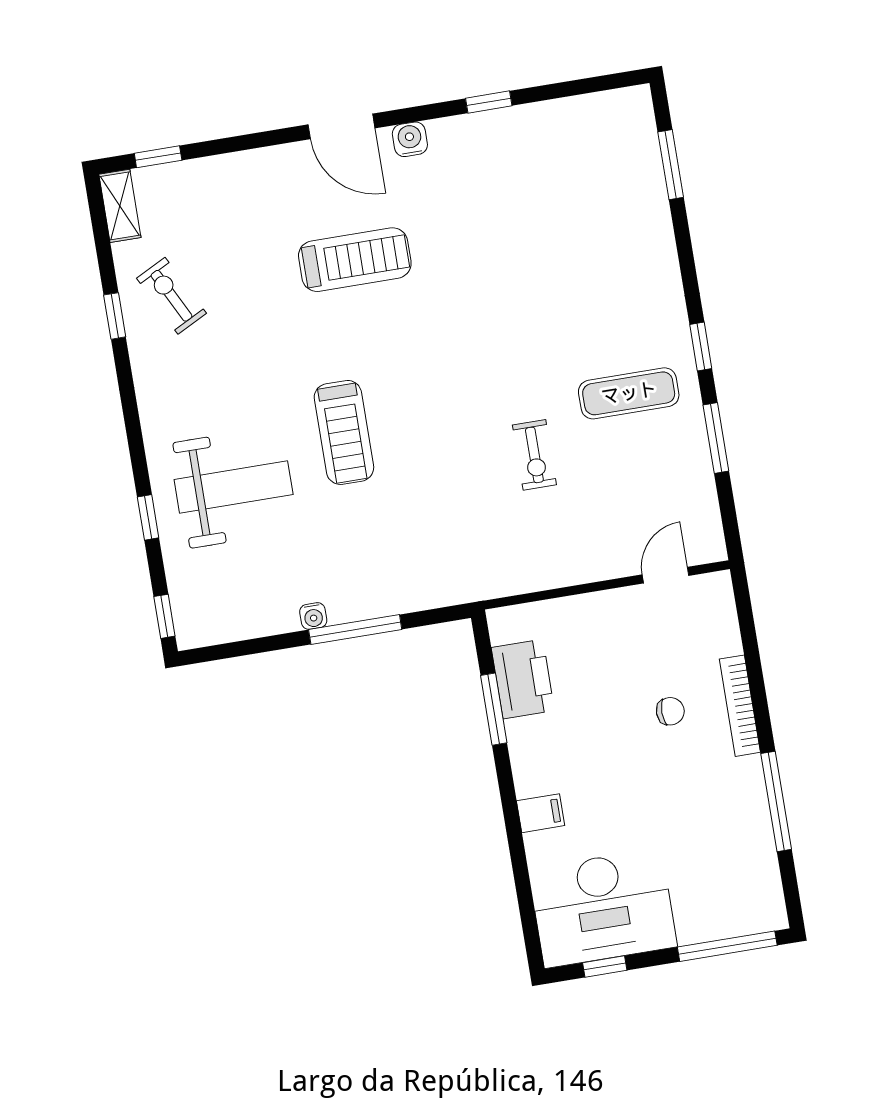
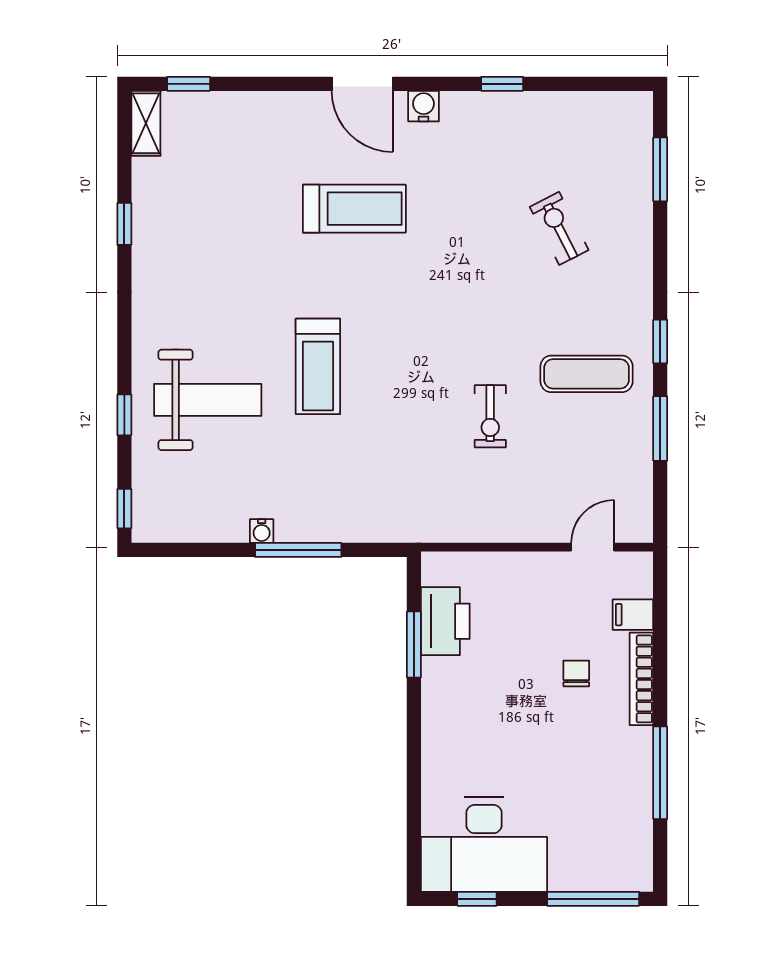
exercise bike: (171, 296) -> (559, 228), moved
chair: (670, 711) -> (576, 673), turned -90
filing cabinet: (541, 813) -> (633, 615), moved, turned 180

